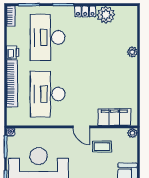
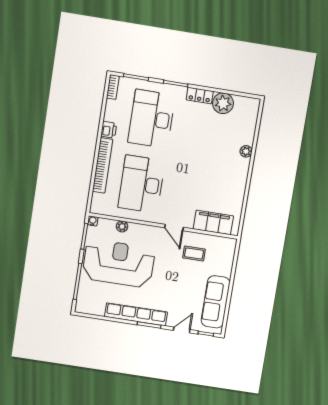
plant: (132, 133) -> (122, 226), moved

